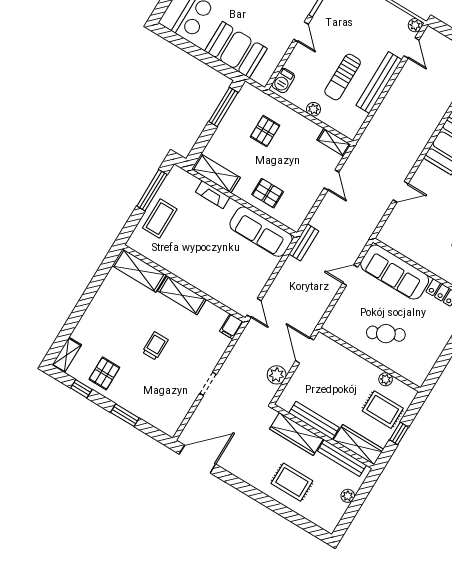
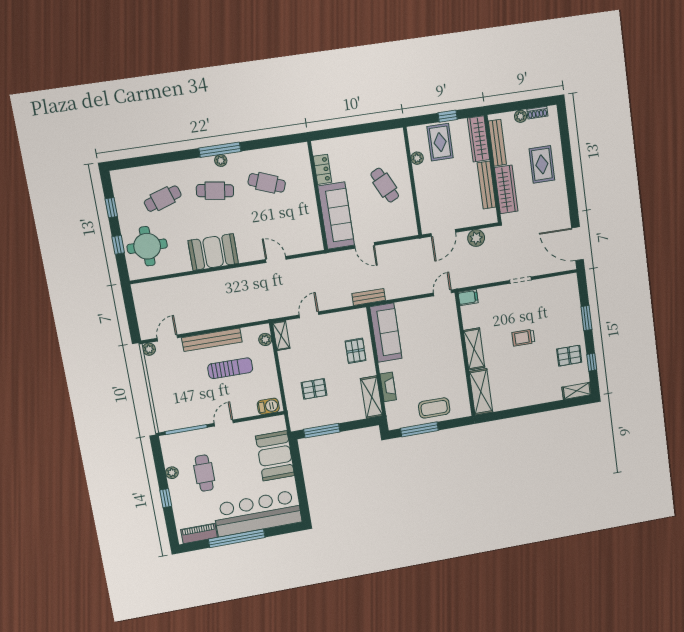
plant: (314, 109) -> (265, 339), moved
shoe rack: (339, 513) -> (537, 113), added

